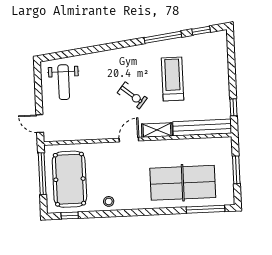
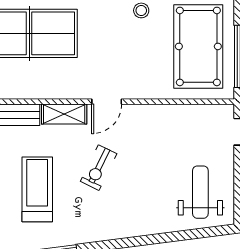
treadmill: (173, 79) -> (37, 189), turned 180
exercise bike: (132, 95) -> (99, 168), turned -103

